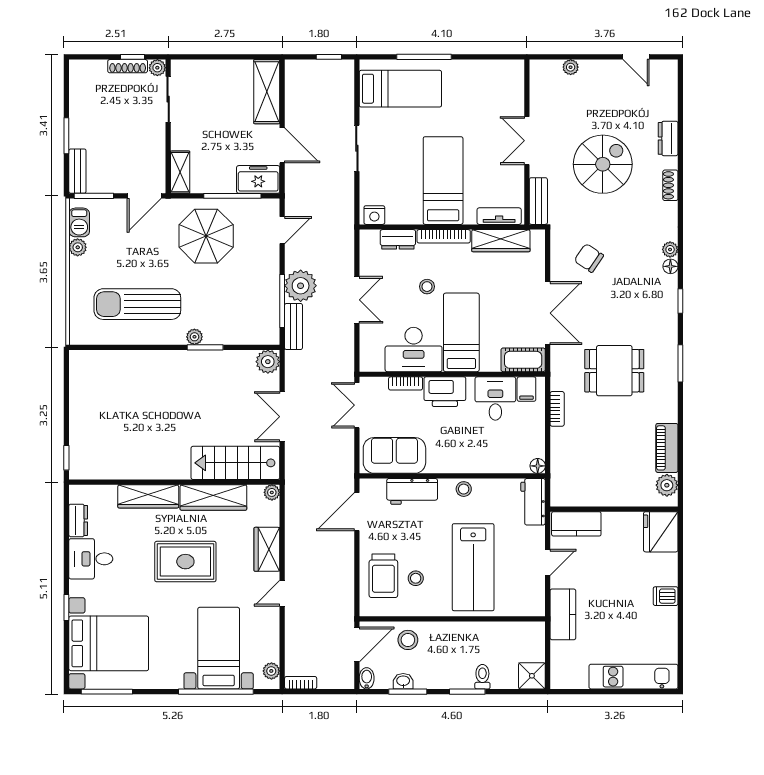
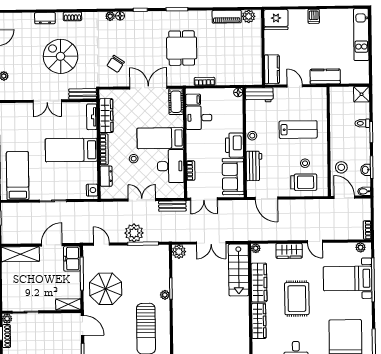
bench: (294, 327) -> (172, 206), moved
printer: (445, 392) -> (234, 145), moved, turned 180
lab bench: (473, 567) -> (298, 130), width x0.73, depth x0.72

